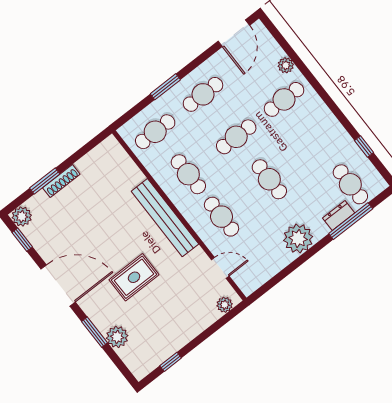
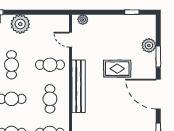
cafe table: (221, 217) -> (50, 65), turned 90

